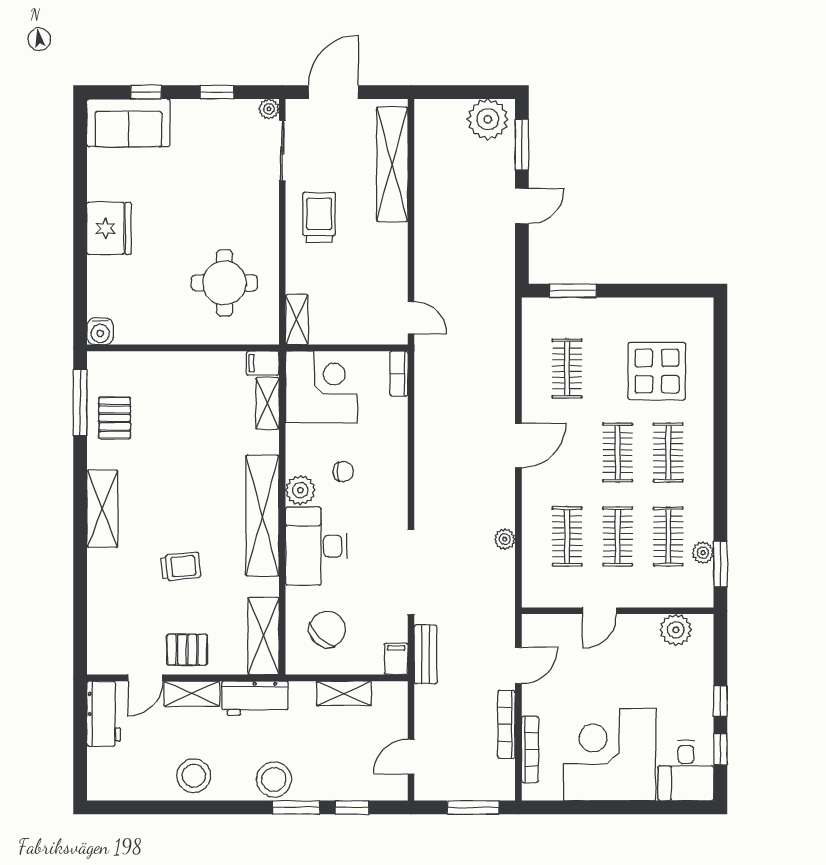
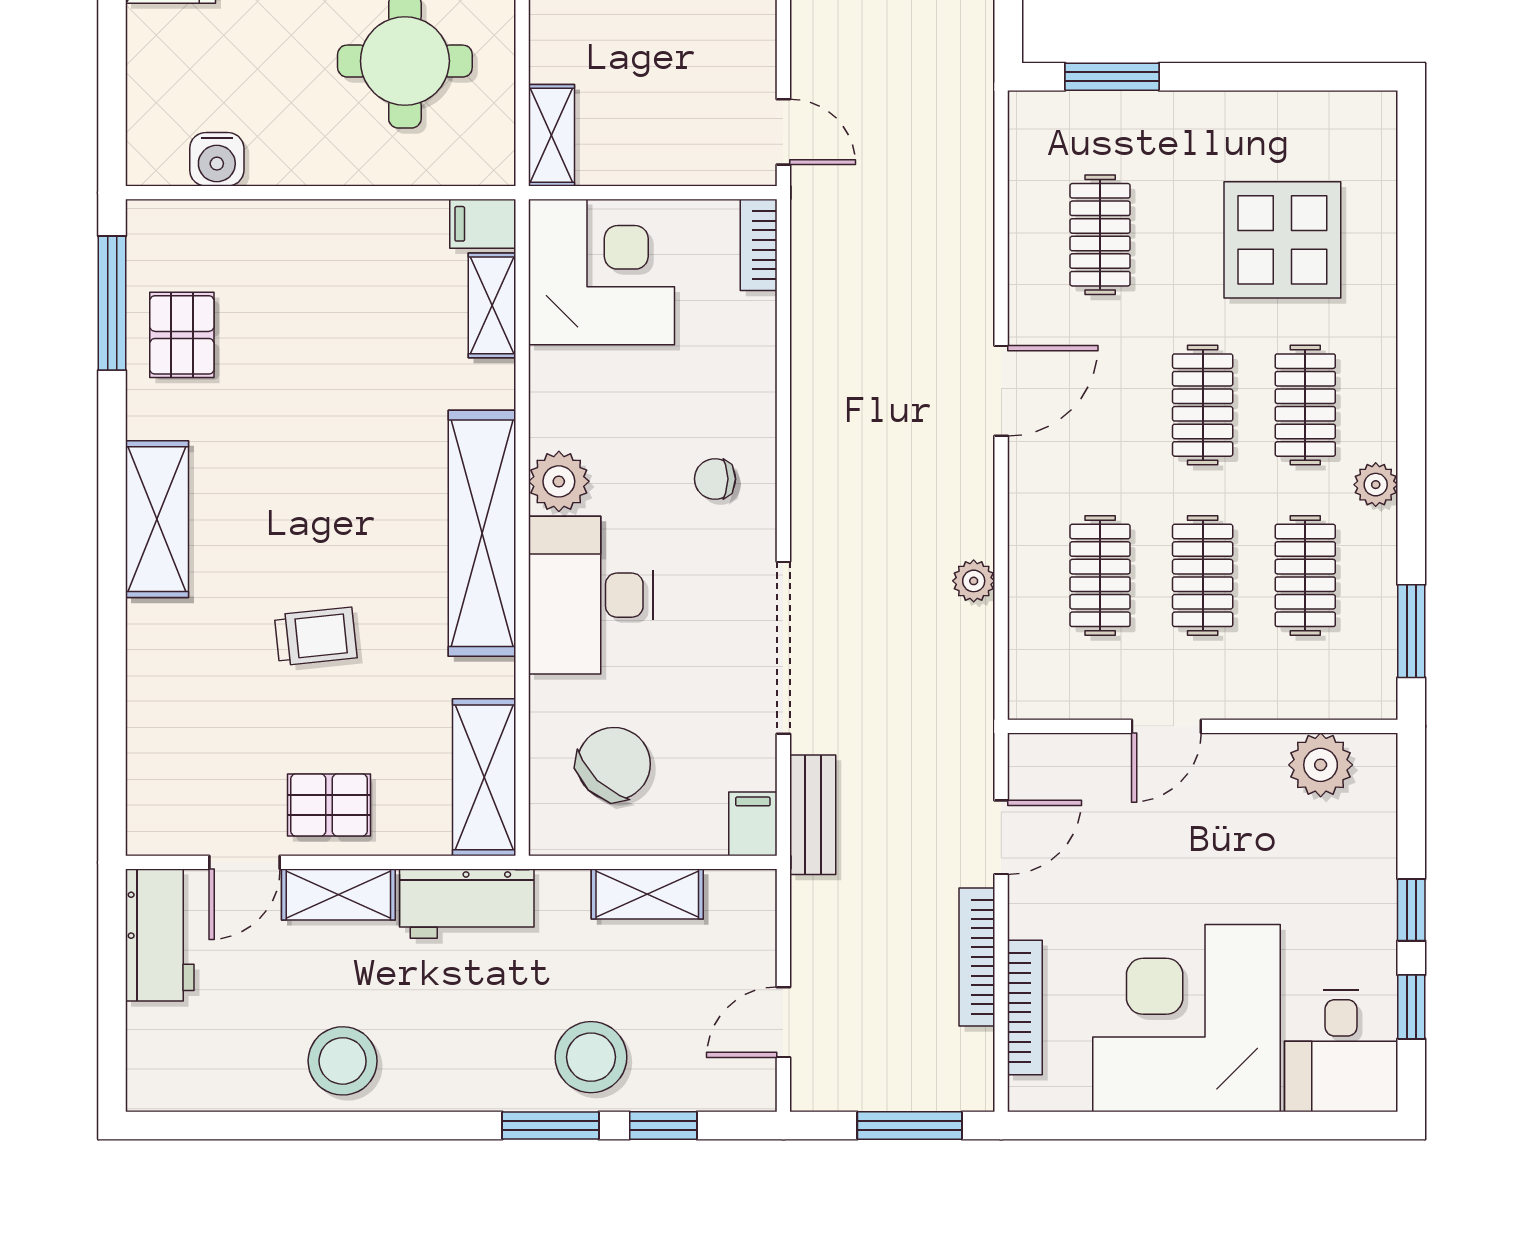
water cooler: (100, 331) -> (217, 159), moved
chair: (343, 472) -> (715, 479), moved, turned 180
plant: (703, 553) -> (1376, 485), moved
stool: (274, 779) -> (591, 1057), moved

